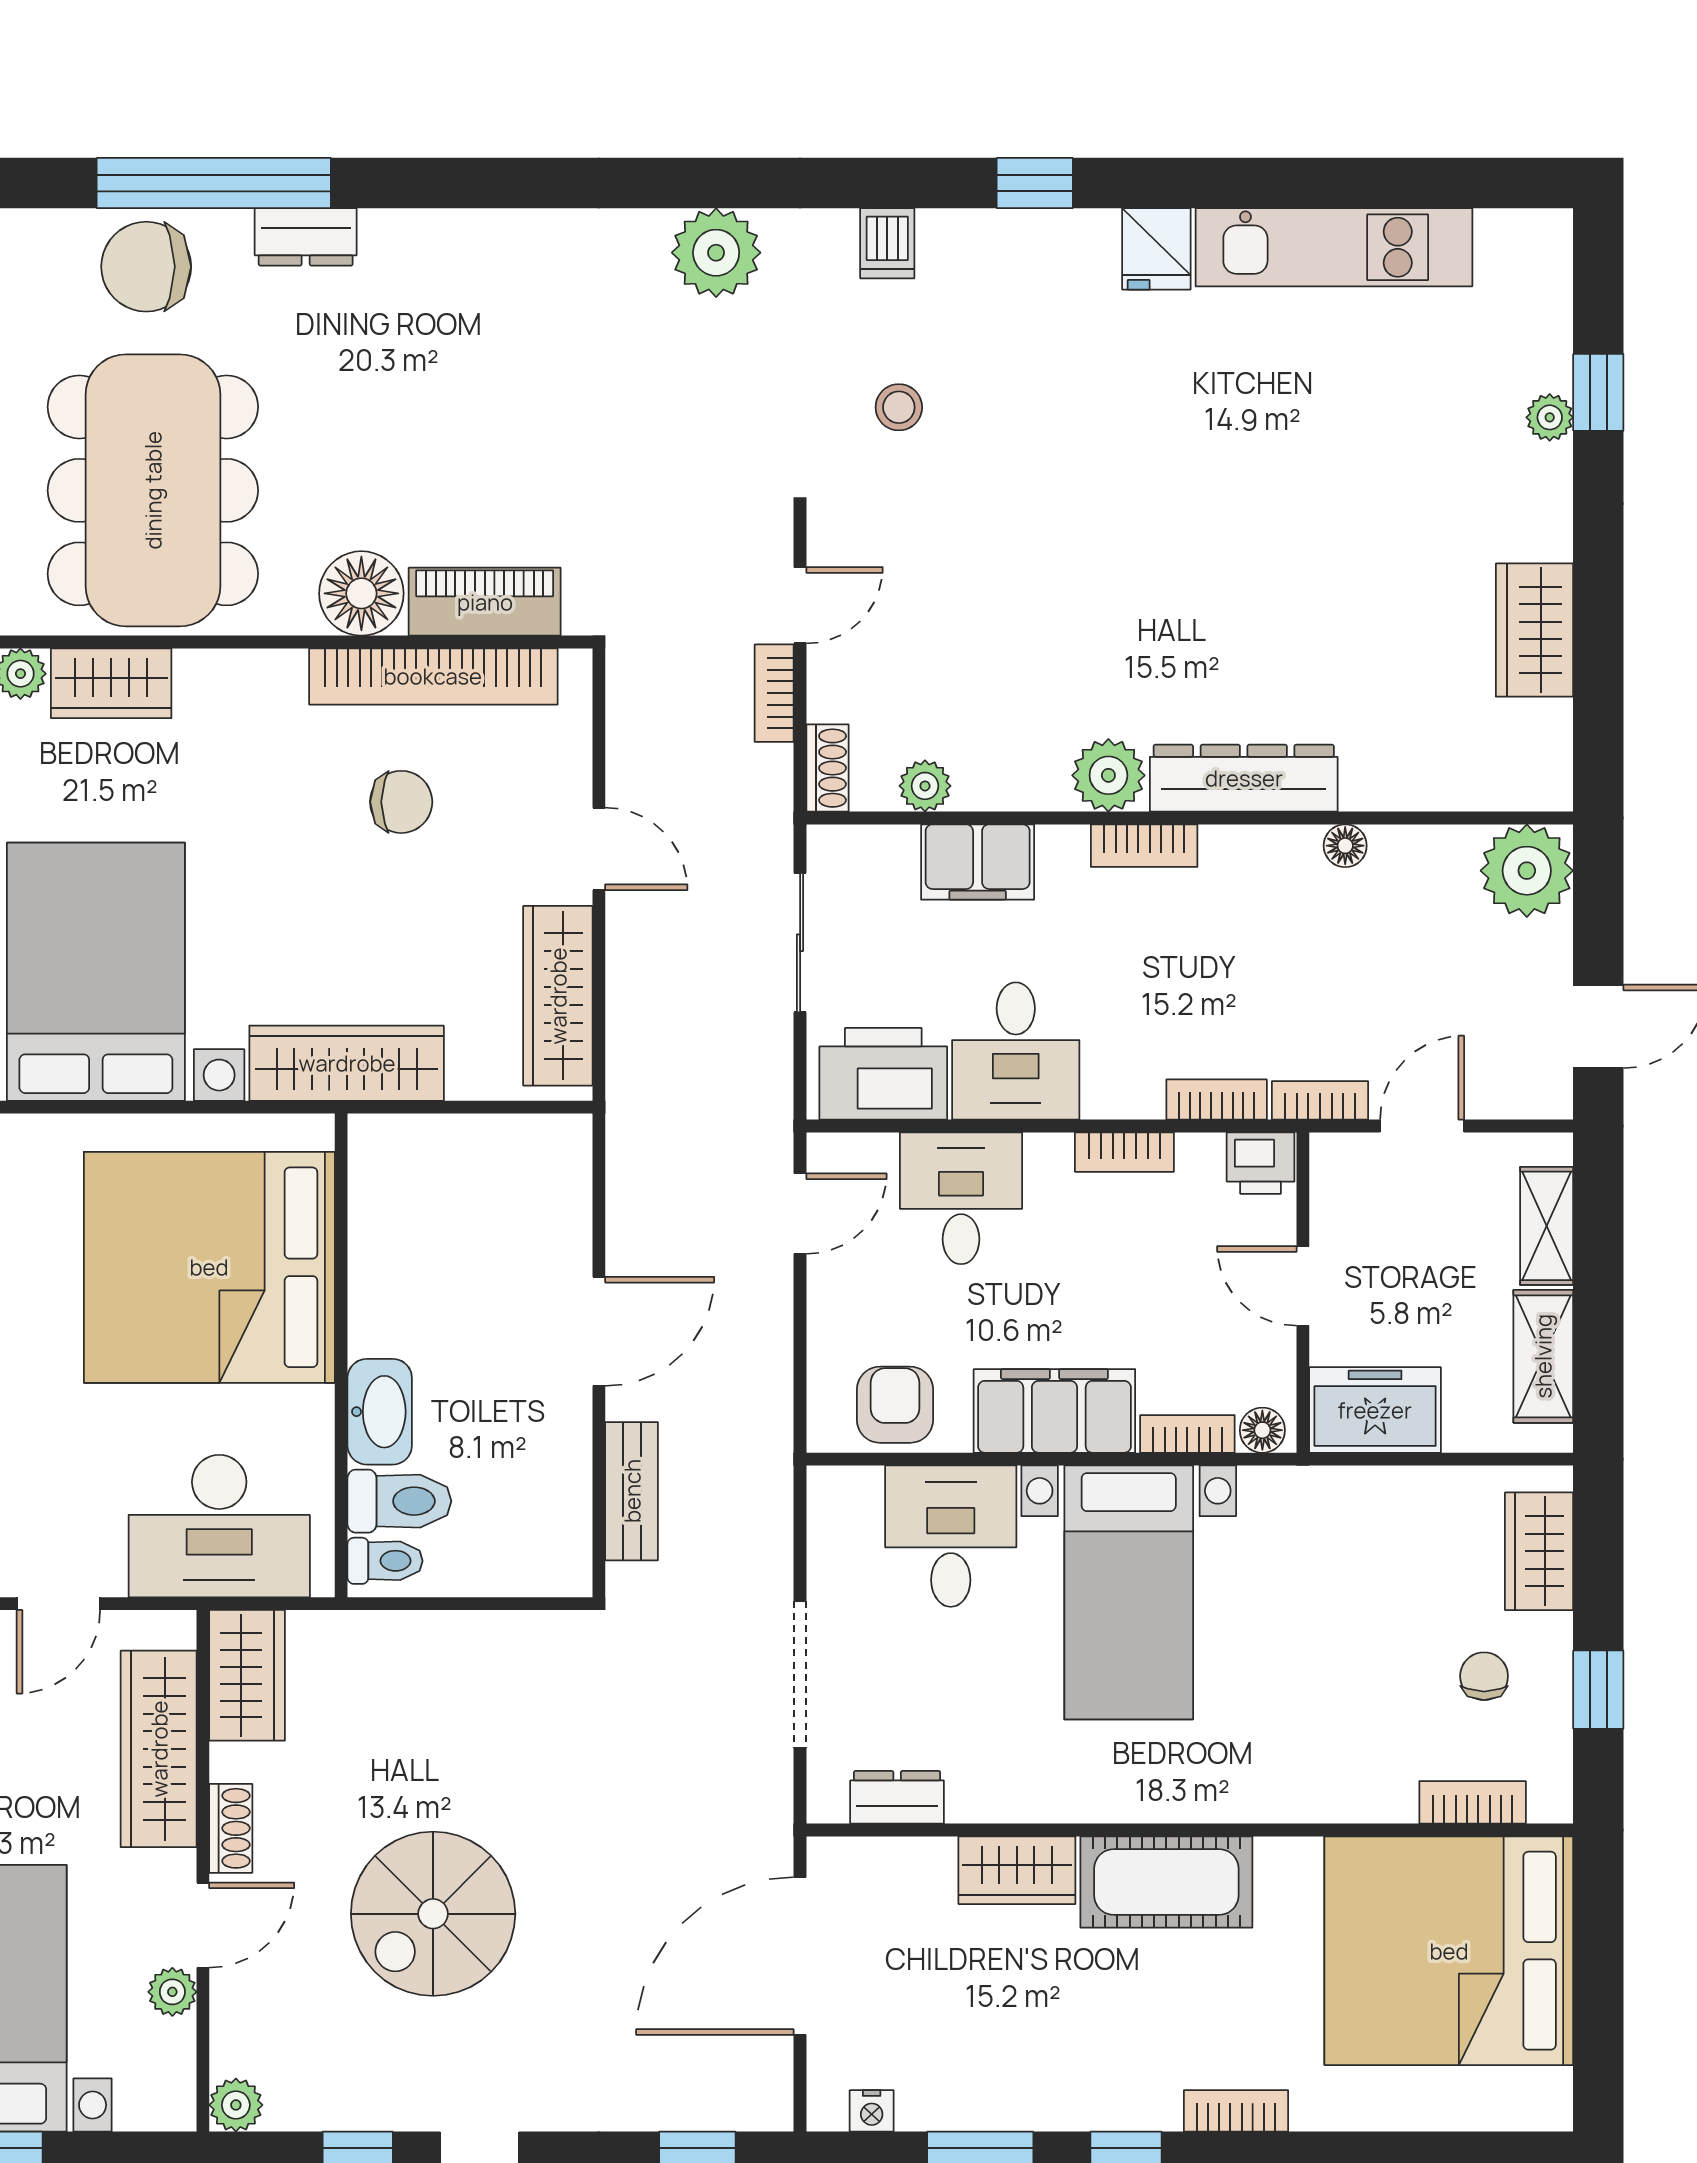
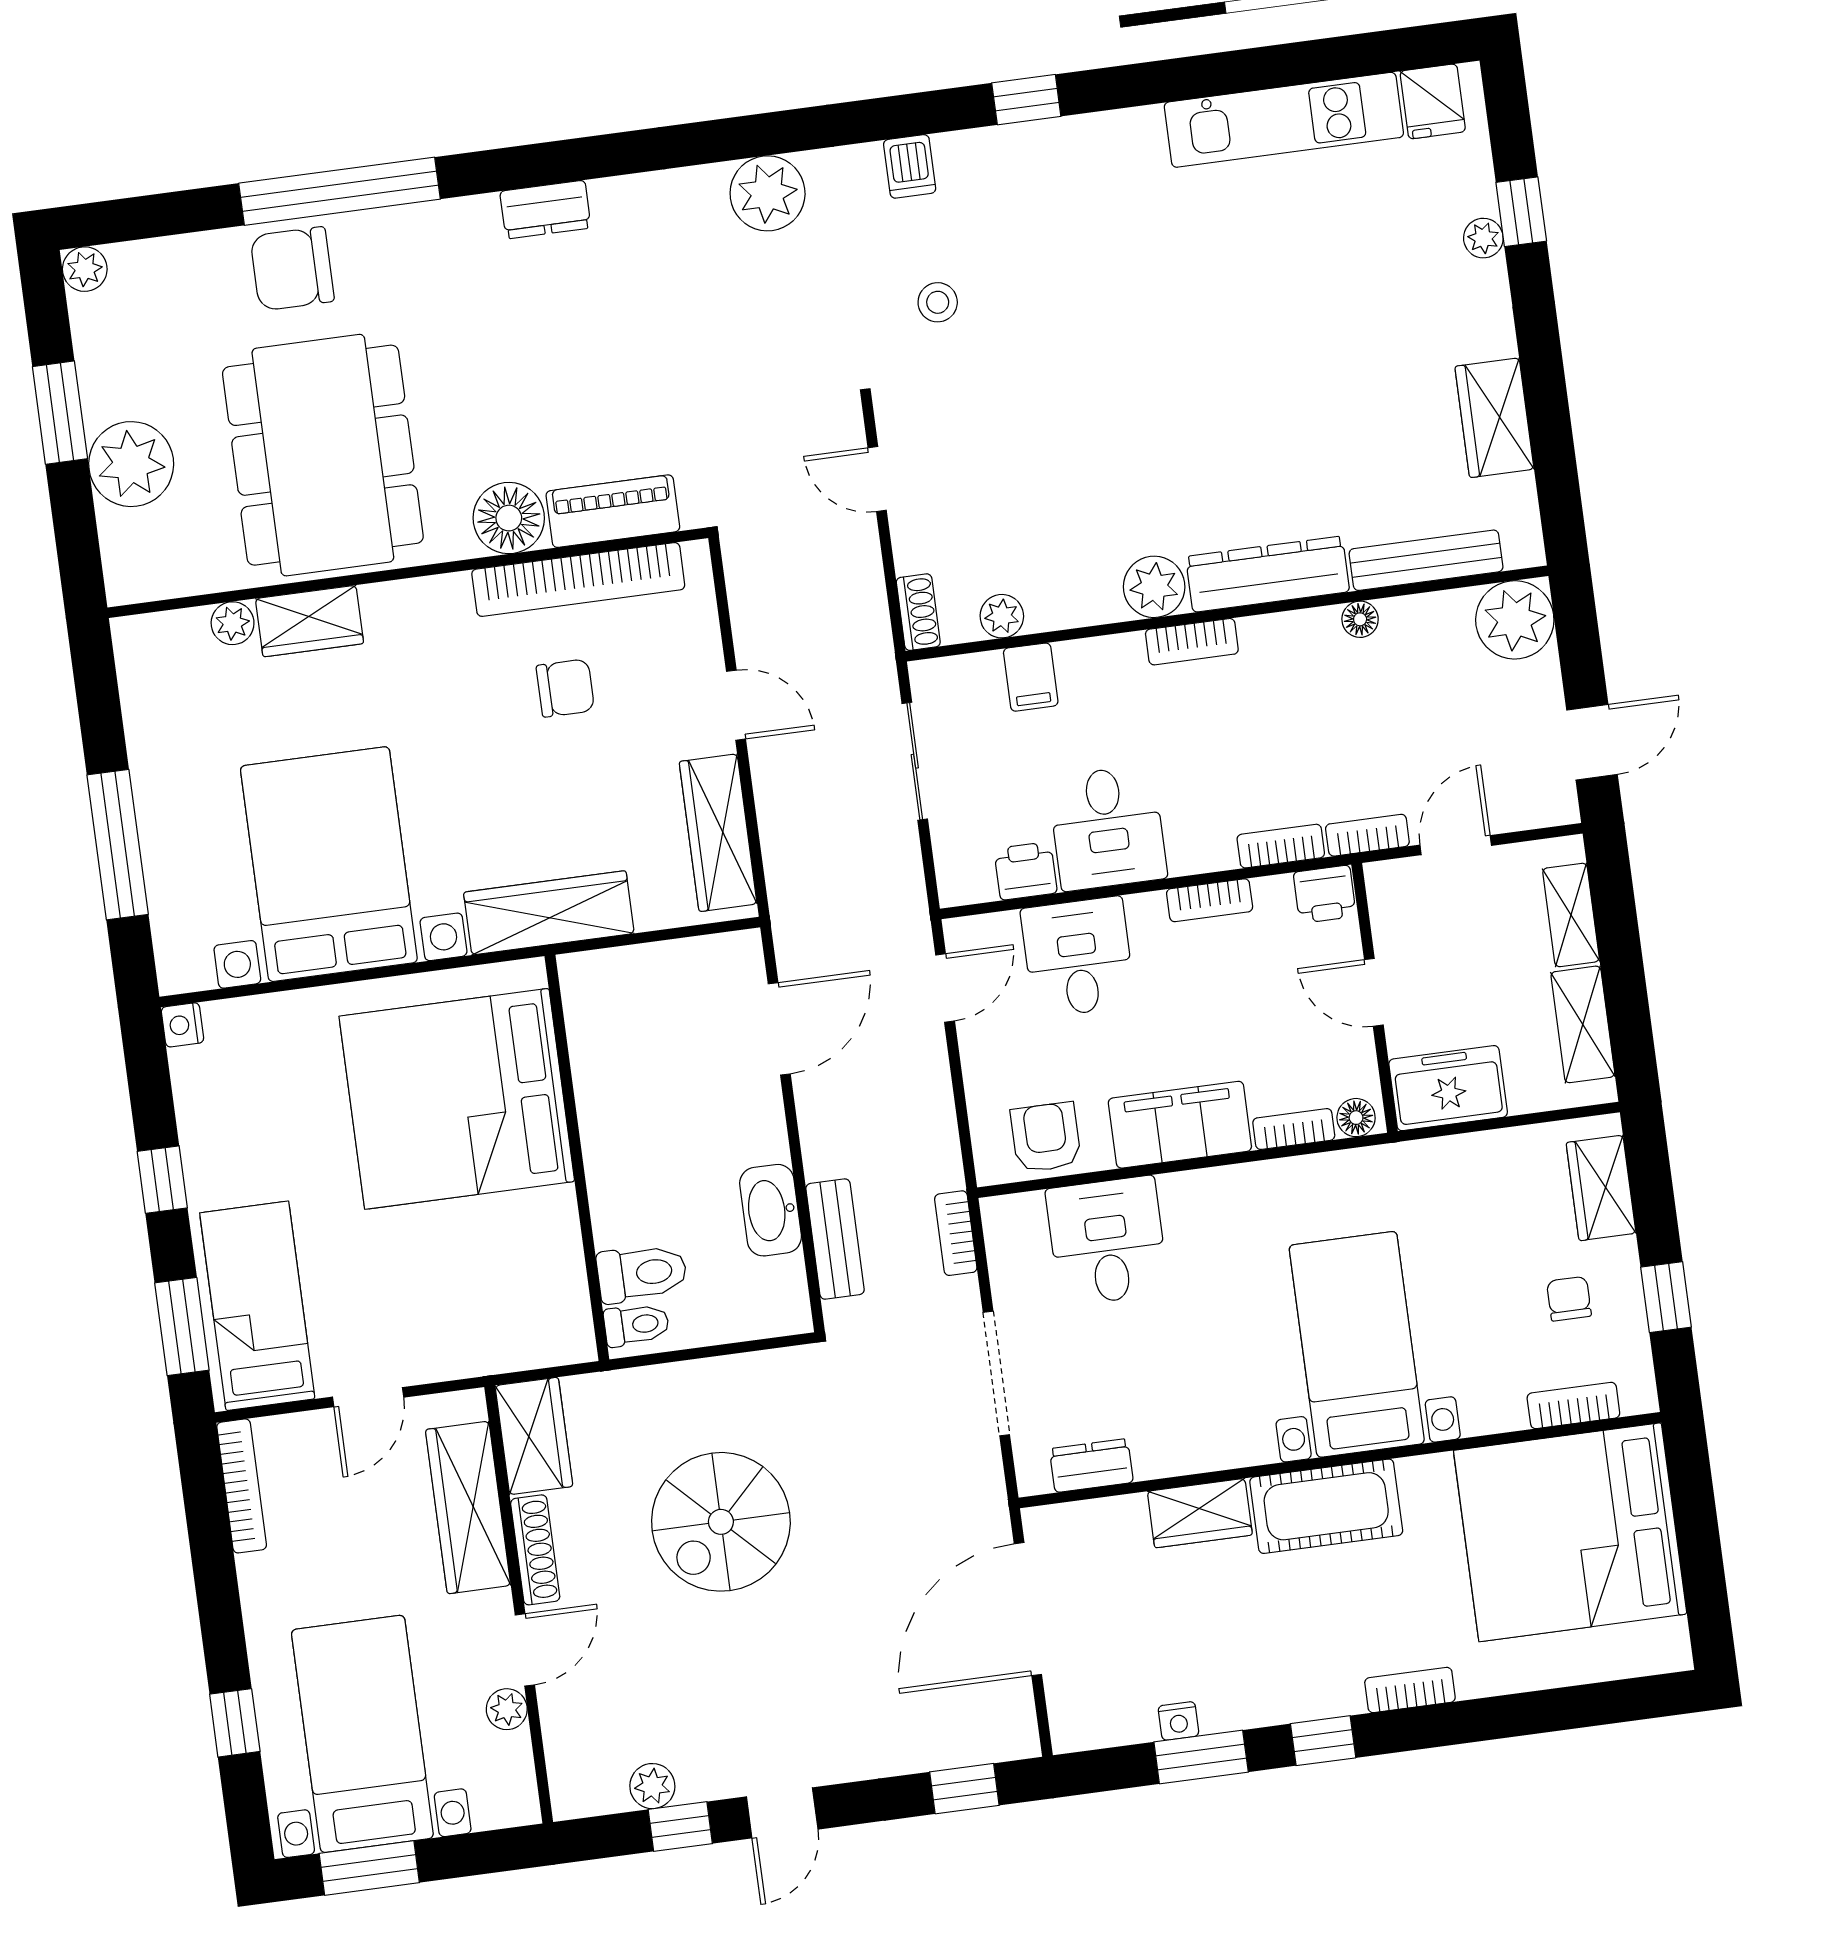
dresser: (306, 237) -> (545, 210), moved
fridge: (1156, 249) -> (1433, 101), moved
door: (800, 605) -> (877, 479), swing flipped
bookcase: (774, 693) -> (956, 1233), moved
bench: (1432, 787) -> (1426, 560), added
filing cabinet: (978, 862) -> (1031, 677), width x0.50
printer: (883, 1074) -> (1026, 871), width x0.53, depth x0.68
door: (599, 1331) -> (779, 1029), moved
washbasin: (380, 1412) -> (771, 1210), moved, turned 180
desk: (219, 1526) -> (494, 1314), removed
bed with nightstands: (1129, 1592) -> (1357, 1344), moved, turned 180
shoe rack: (231, 1828) -> (535, 1550), width x1.43
spiral stairs: (433, 1914) -> (721, 1522), moved
plant: (236, 2105) -> (652, 1786), moved
nightstand: (872, 2111) -> (1178, 1721), moved

